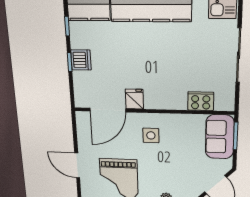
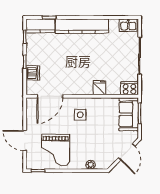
dishwasher: (81, 60) -> (33, 73), moved
fridge: (134, 99) -> (99, 88), moved
cooker: (201, 101) -> (129, 88), moved

